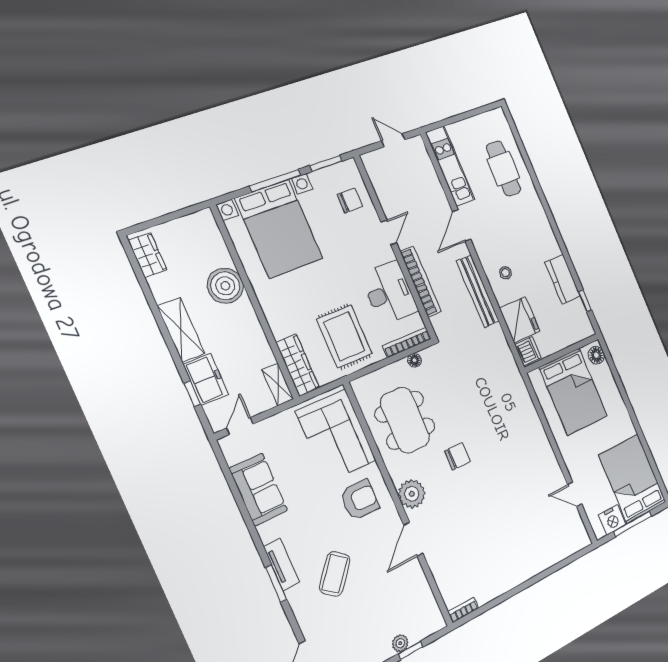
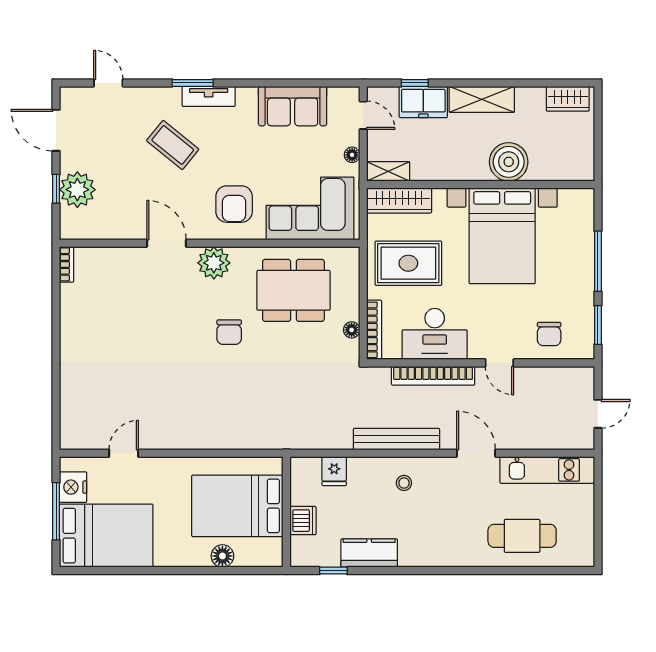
bed with nightstands: (279, 229) -> (502, 236), moved, turned -90
fridge: (520, 320) -> (334, 471), width x0.53, depth x0.75
dishwasher: (528, 351) -> (303, 521), moved, turned -90
floor lamp: (596, 355) -> (222, 556), moved
floor lamp: (277, 421) -> (352, 155), added
plant: (400, 643) -> (77, 190), width x1.88, depth x1.88

